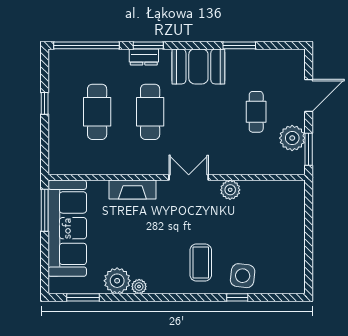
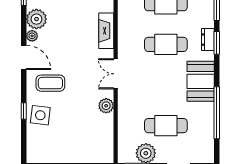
window: (239, 45) -> (217, 113), width x2.11
cafe table: (256, 112) -> (166, 126), width x1.37, depth x1.35
double door: (189, 177) -> (116, 74), swing flipped
door: (167, 297) -> (24, 57), added

